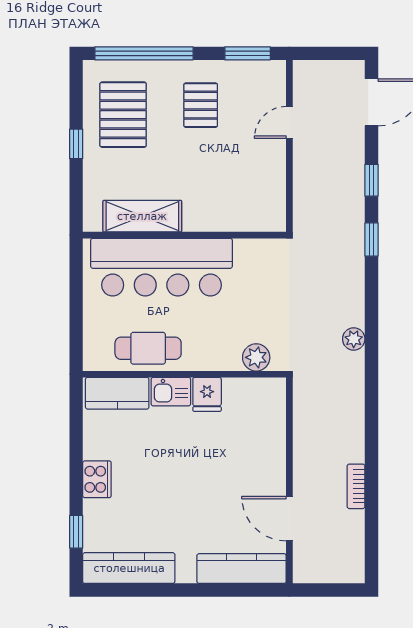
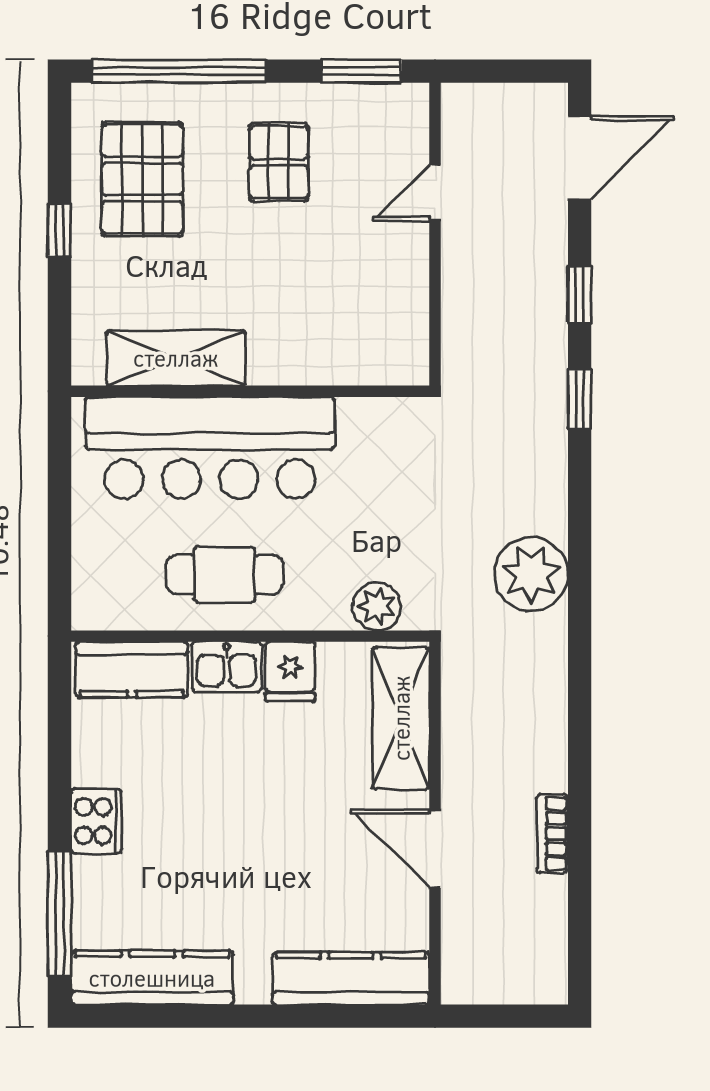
plant: (354, 339) -> (531, 574), width x1.87, depth x1.87
cafe table: (148, 348) -> (224, 574), moved
shelving: (270, 421) -> (401, 718), added
door: (289, 519) -> (435, 849), moved
window: (76, 532) -> (59, 914), width x2.17

